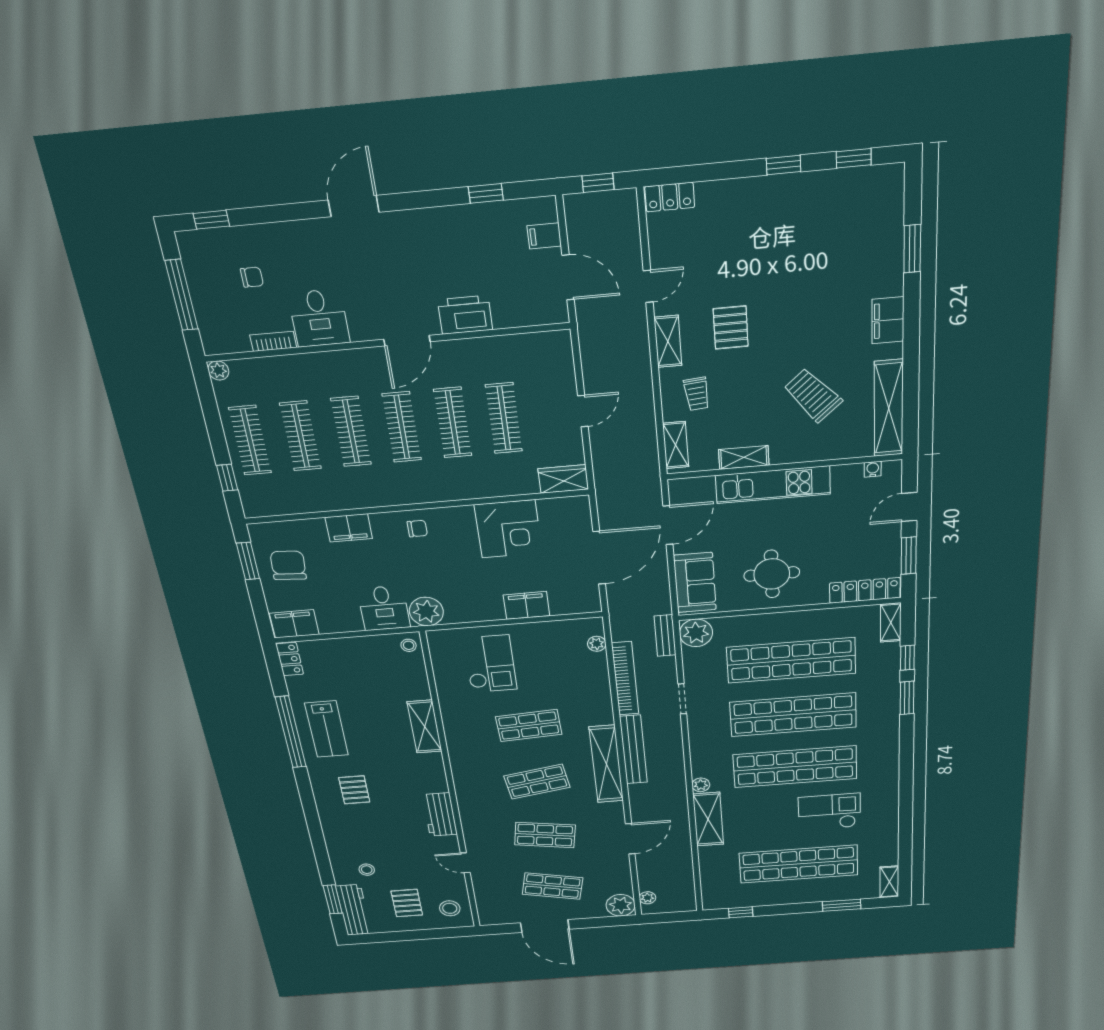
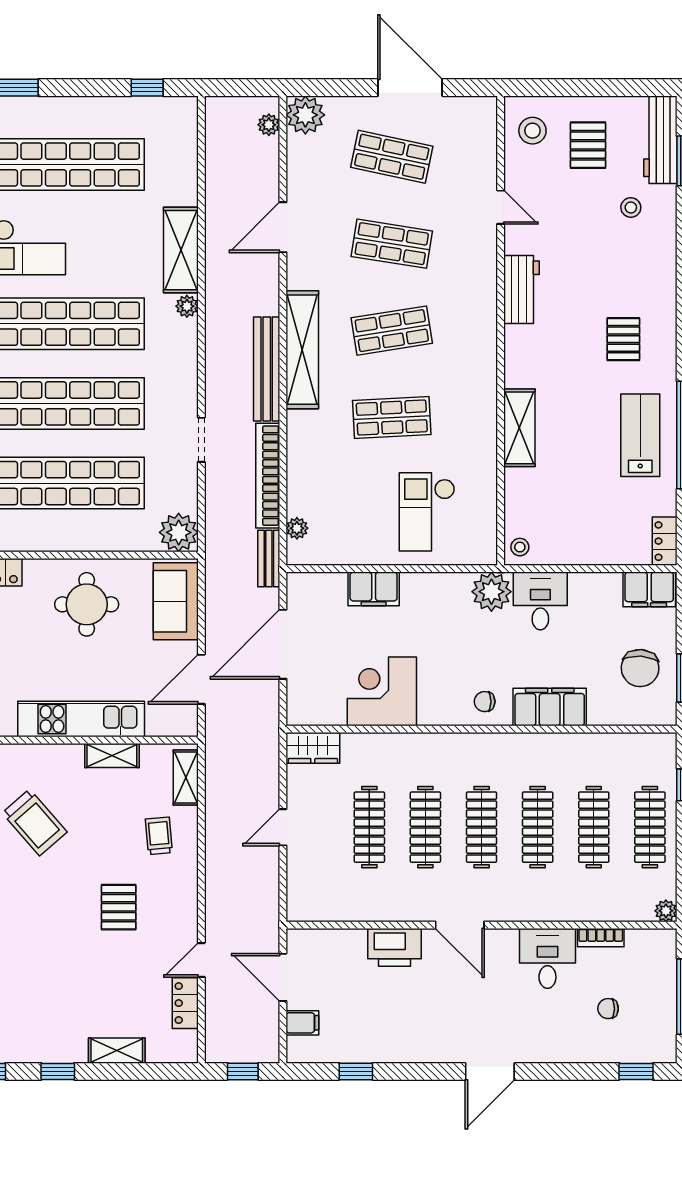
locker: (670, 197) -> (185, 1003), moved, turned -90
door: (407, 341) -> (460, 925), swing flipped
shelving: (668, 341) -> (117, 1051), moved, turned 90
filing cabinet: (349, 528) -> (550, 707), width x1.50, depth x1.17
bench: (665, 636) -> (269, 559), moved

